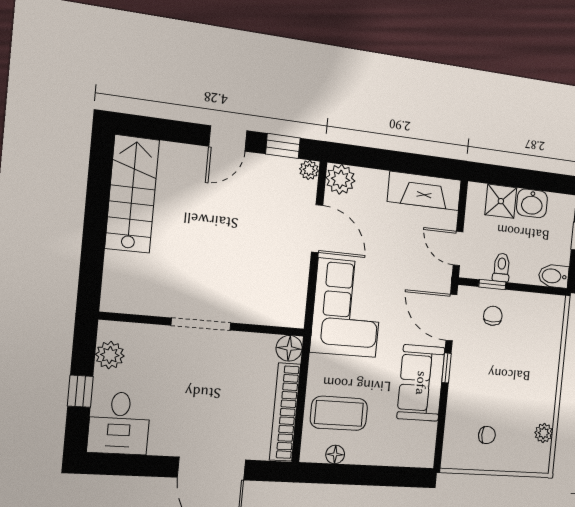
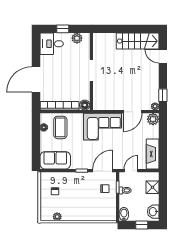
door: (228, 138) -> (163, 56), moved
washbasin: (532, 203) -> (153, 212), moved
sofa: (421, 383) -> (55, 160), moved

